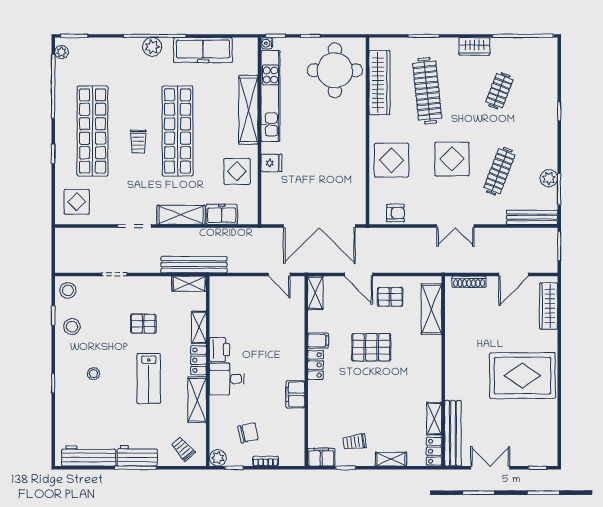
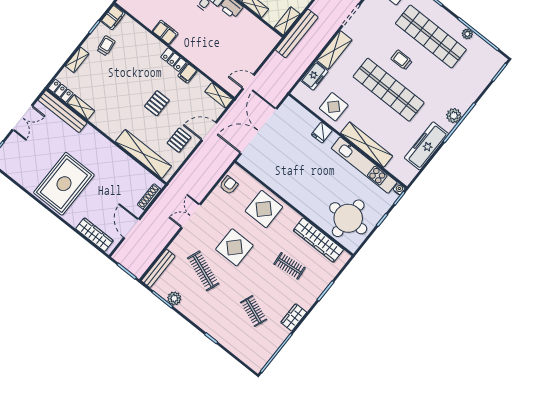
plant: (61, 52) -> (467, 34), moved
clothes rail: (427, 91) -> (290, 266), width x0.54, depth x0.76
armchair: (395, 213) -> (229, 185), turned 180
shelving: (431, 309) -> (143, 154), width x1.47
pallet: (371, 347) -> (157, 103), width x0.67, depth x0.71

